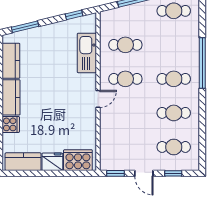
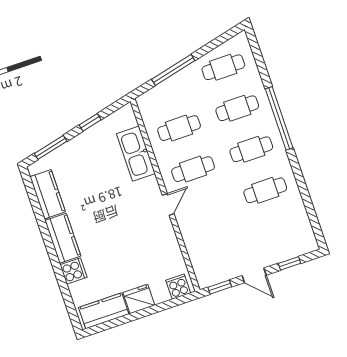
window: (74, 15) -> (90, 122), moved
cafe table: (174, 147) -> (237, 108), moved
cooker: (78, 160) -> (178, 287), width x0.53, depth x0.76

